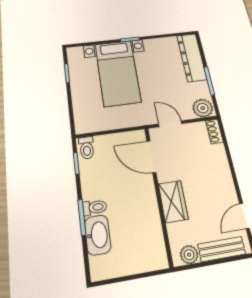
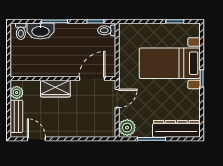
shoe rack: (214, 131) -> (105, 132), removed
toilet: (95, 207) -> (21, 31), moved

